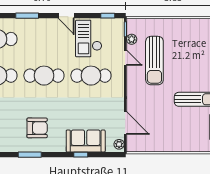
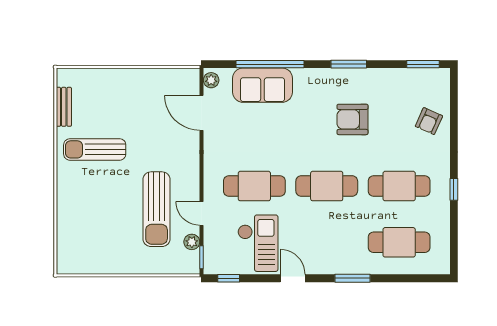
sun lounger: (154, 61) -> (157, 209), turned 180
armchair: (37, 128) -> (353, 119), moved
window: (81, 155) -> (270, 64), width x3.17

